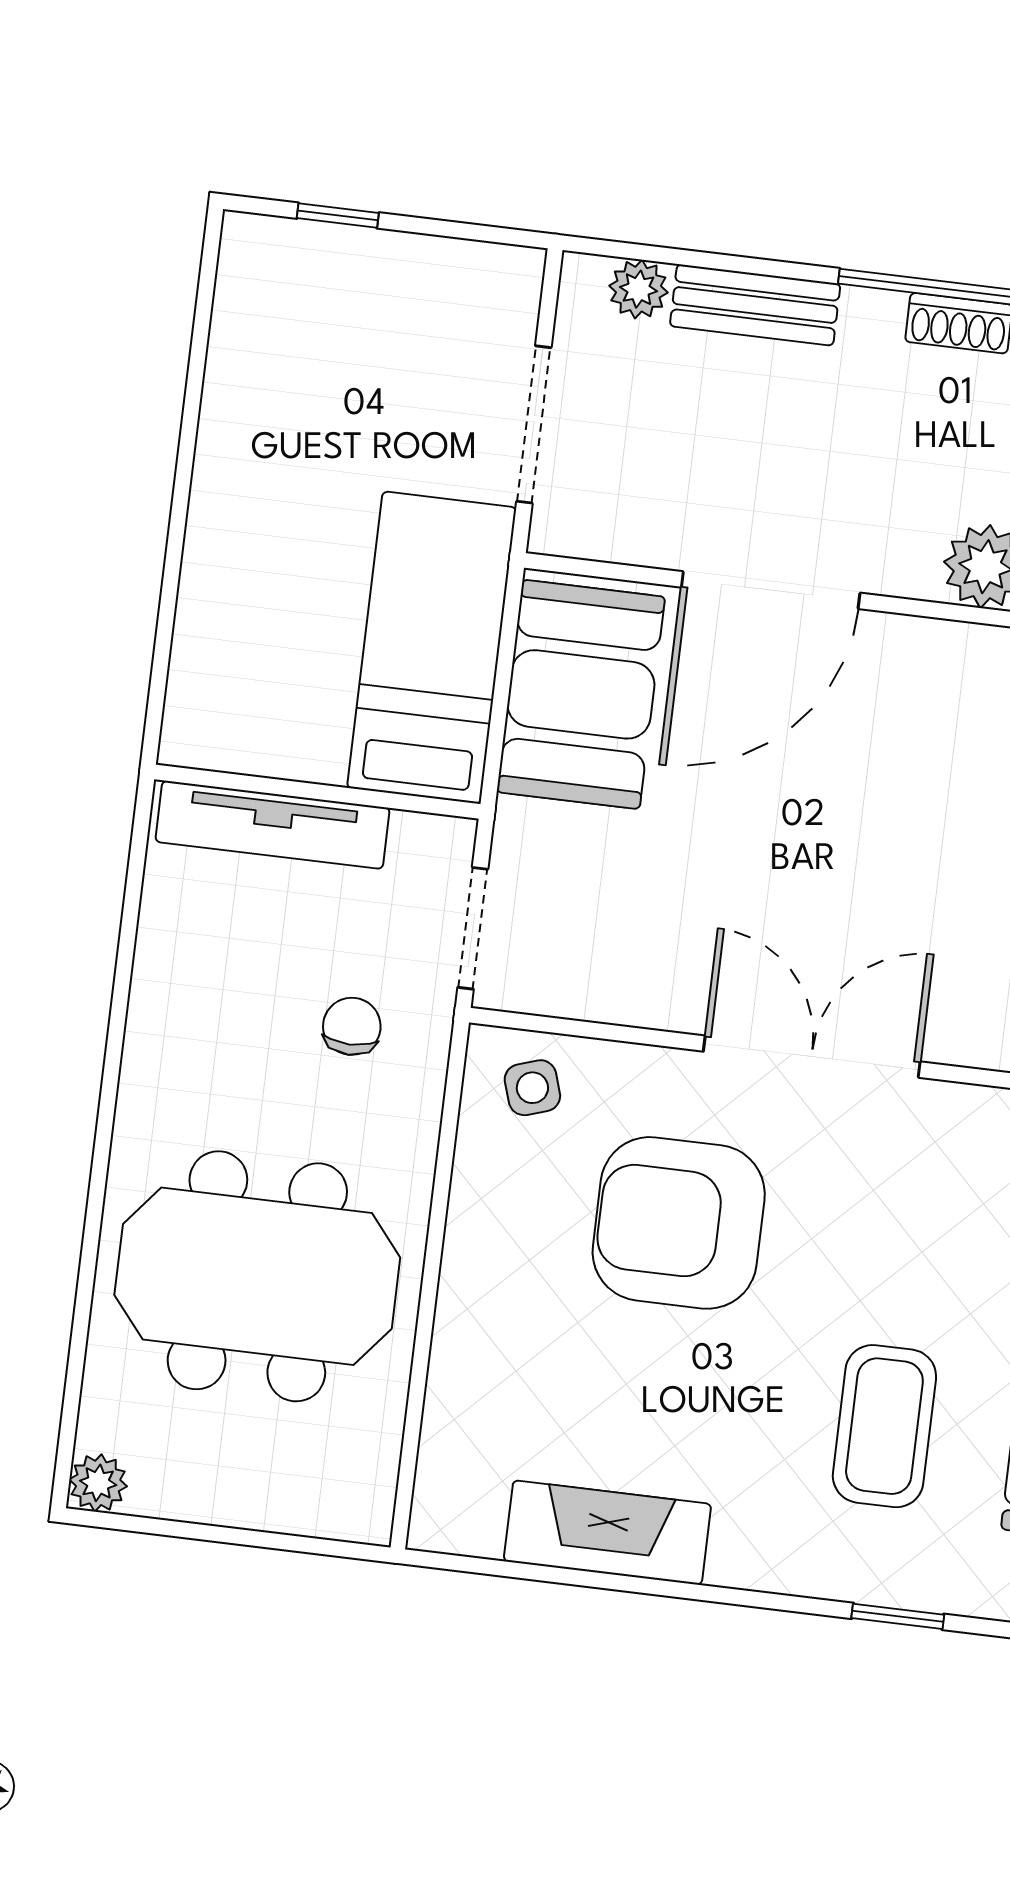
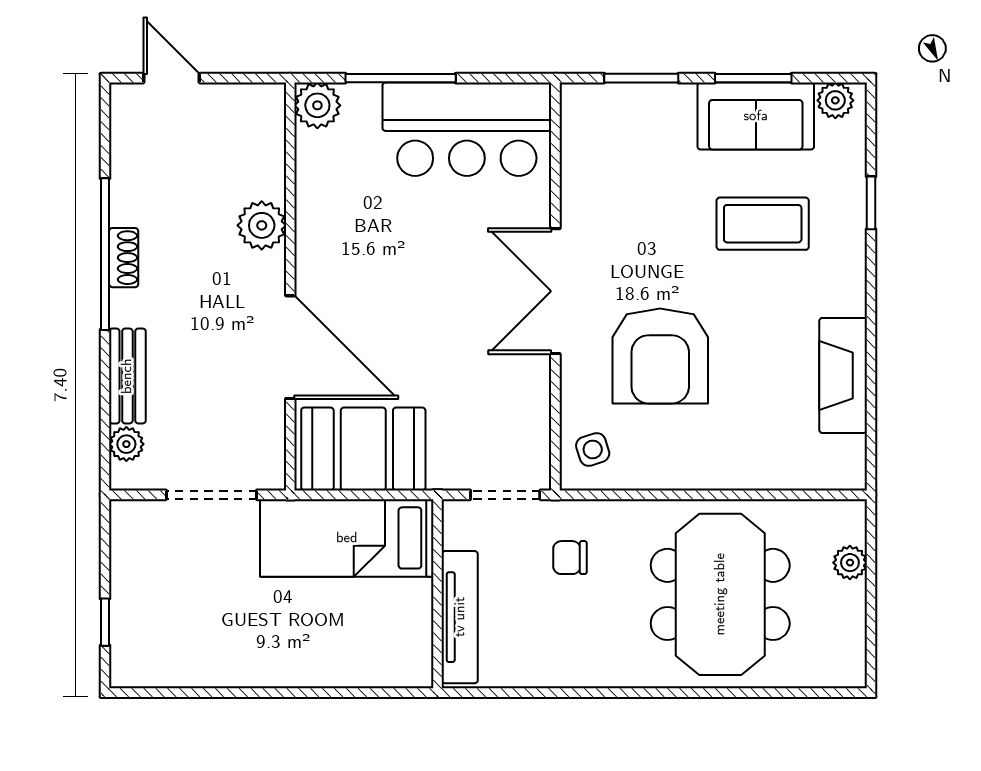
plant: (98, 1483) -> (850, 563), moved

